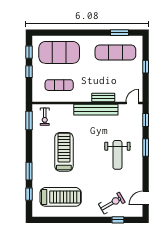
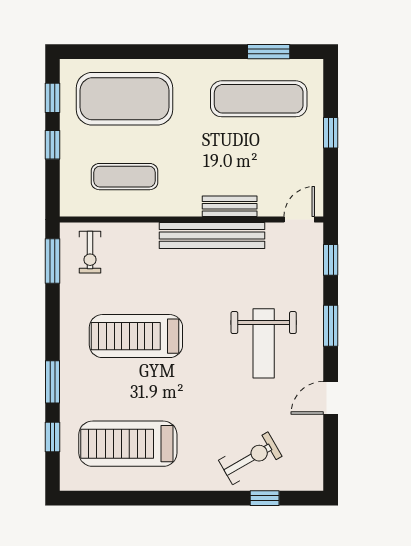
treadmill: (64, 152) -> (136, 336), turned -90
treadmill: (61, 197) -> (128, 444), turned 180
door: (146, 198) -> (331, 398), moved

